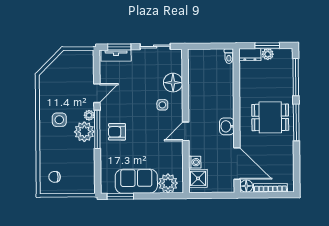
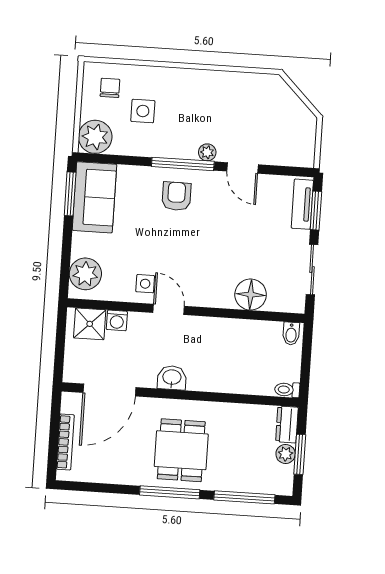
bidet: (195, 56) -> (291, 334), added
side table: (162, 105) -> (145, 284), moved
side table: (59, 120) -> (143, 111), moved
plant: (84, 132) -> (95, 137), moved
sofa: (136, 181) -> (94, 197), moved
floor lamp: (246, 186) -> (71, 402), removed

